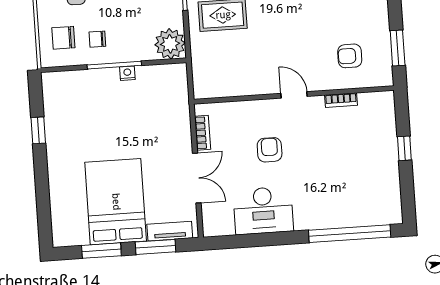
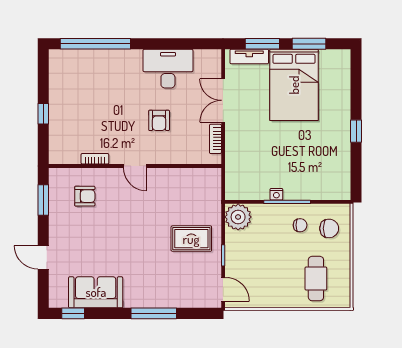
window: (38, 130) -> (356, 131), moved

